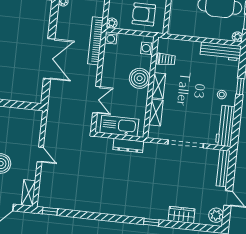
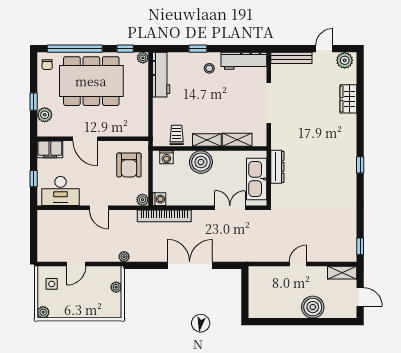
window: (151, 222) -> (360, 165), moved

